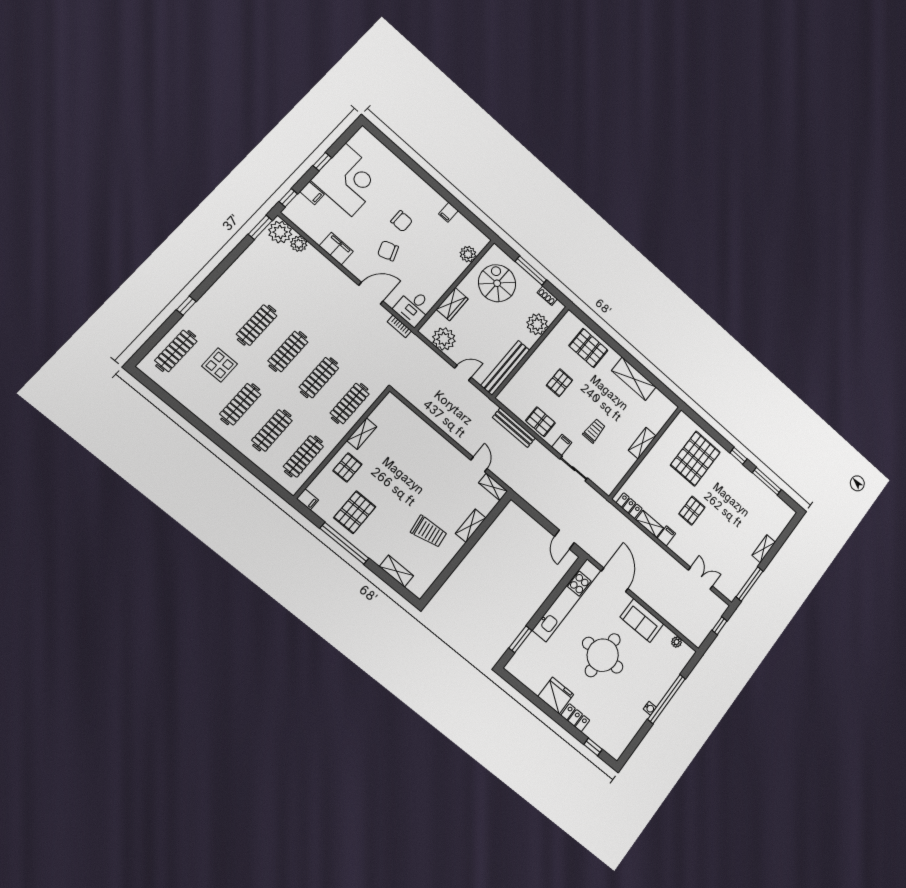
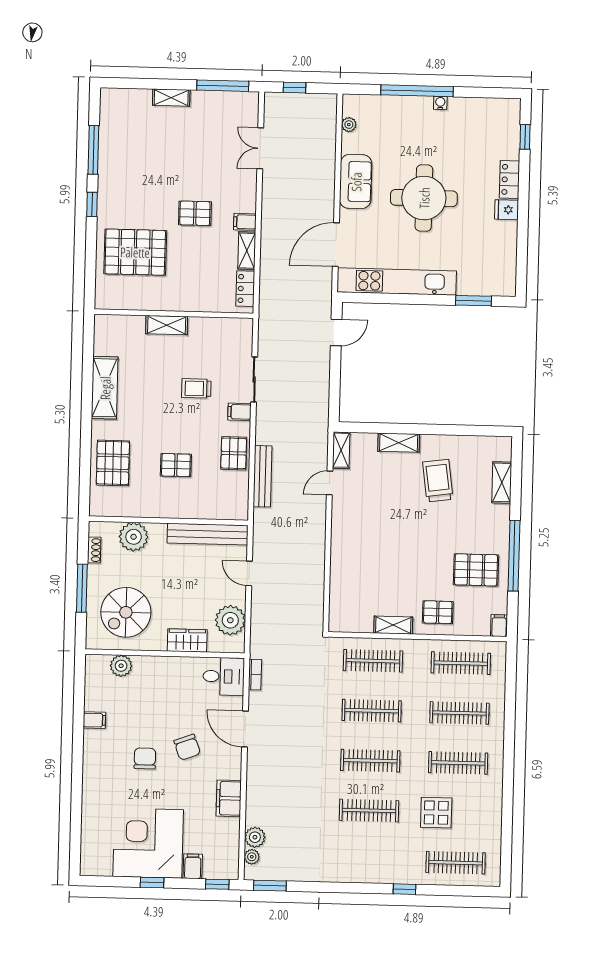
plant: (280, 232) -> (252, 857), width x0.53, depth x0.53
fridge: (556, 695) -> (506, 210), width x0.53, depth x0.75

